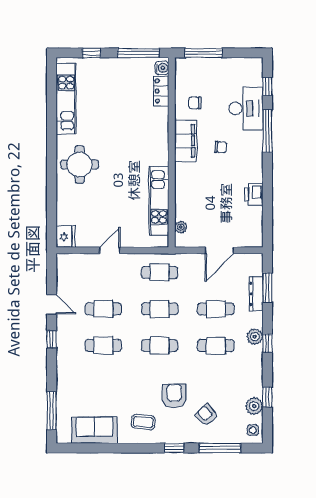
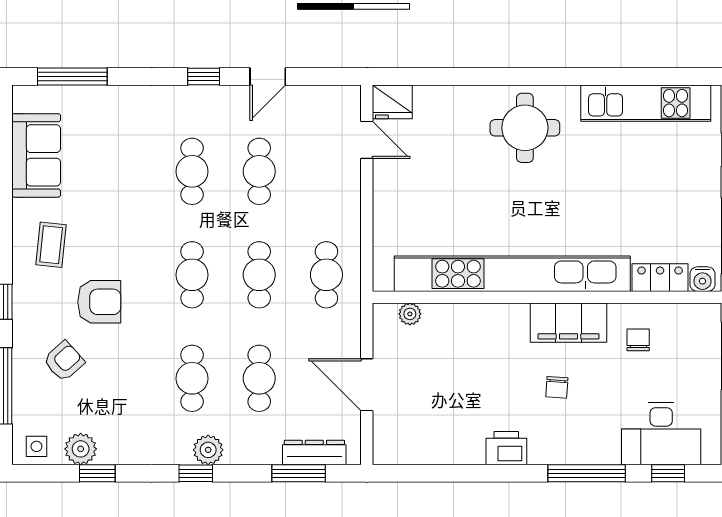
desk: (246, 108) -> (661, 434), moved
printer: (254, 194) -> (506, 448), moved
kitchen unit: (159, 201) -> (512, 274), width x1.86
door: (110, 250) -> (367, 140), moved
dresser: (256, 294) -> (314, 452), moved

